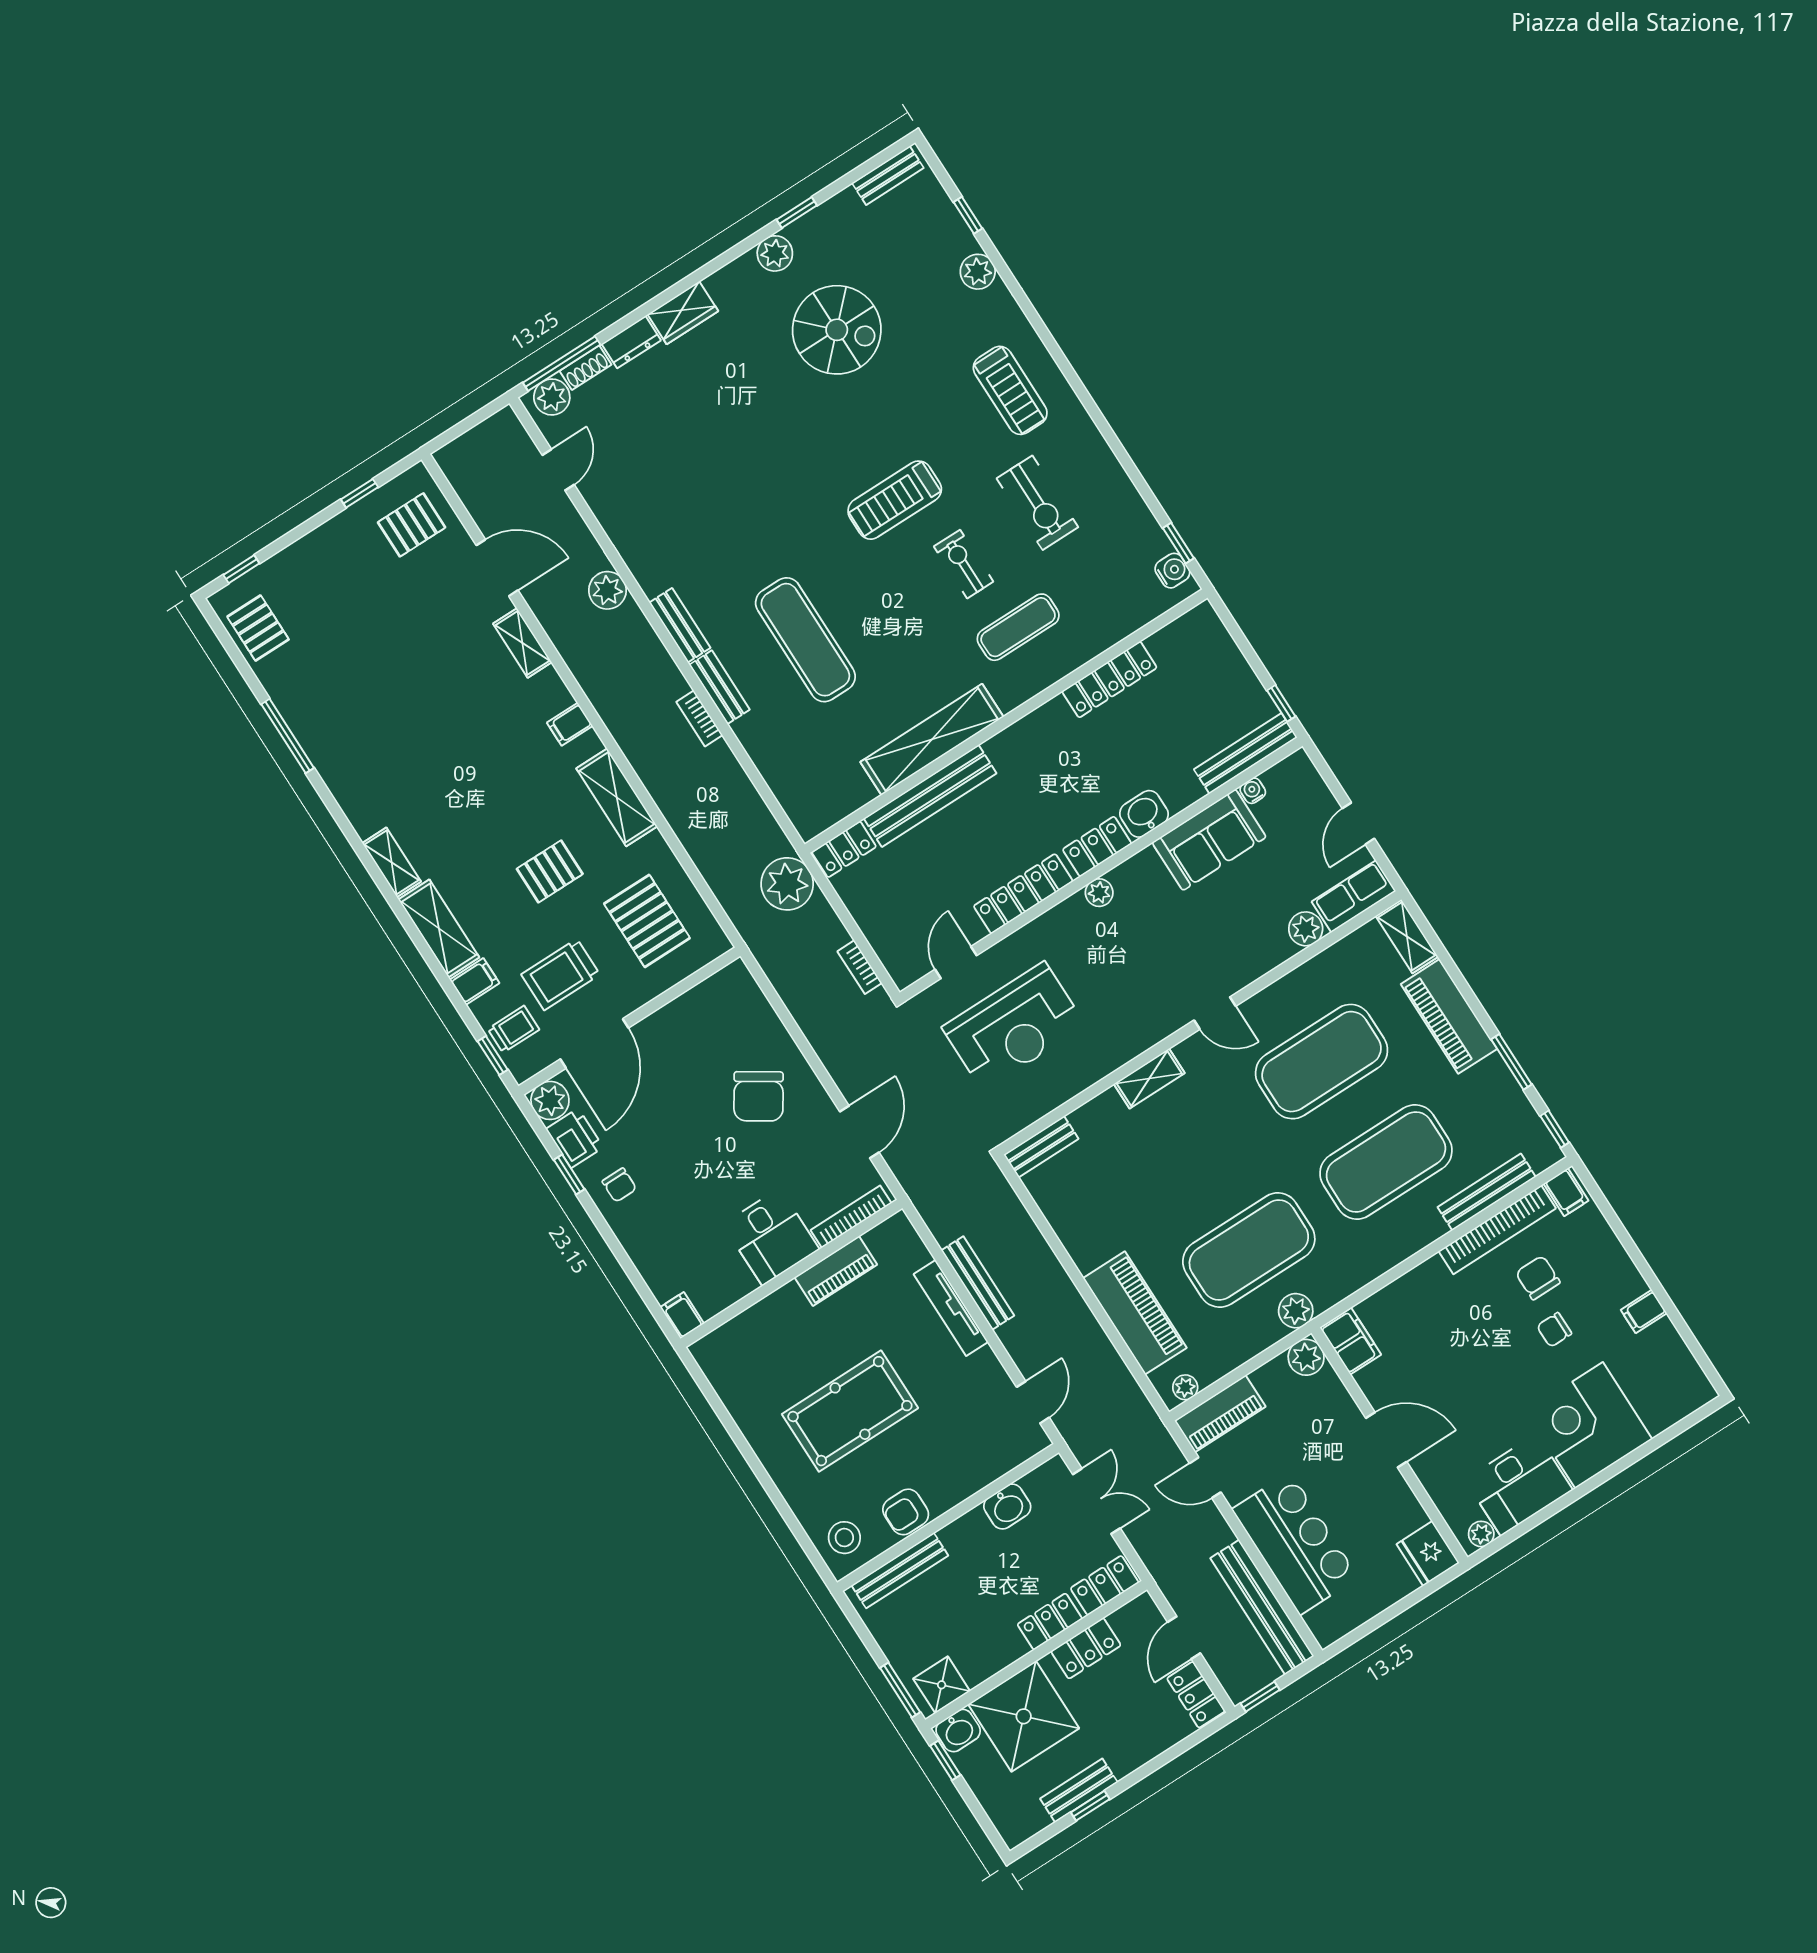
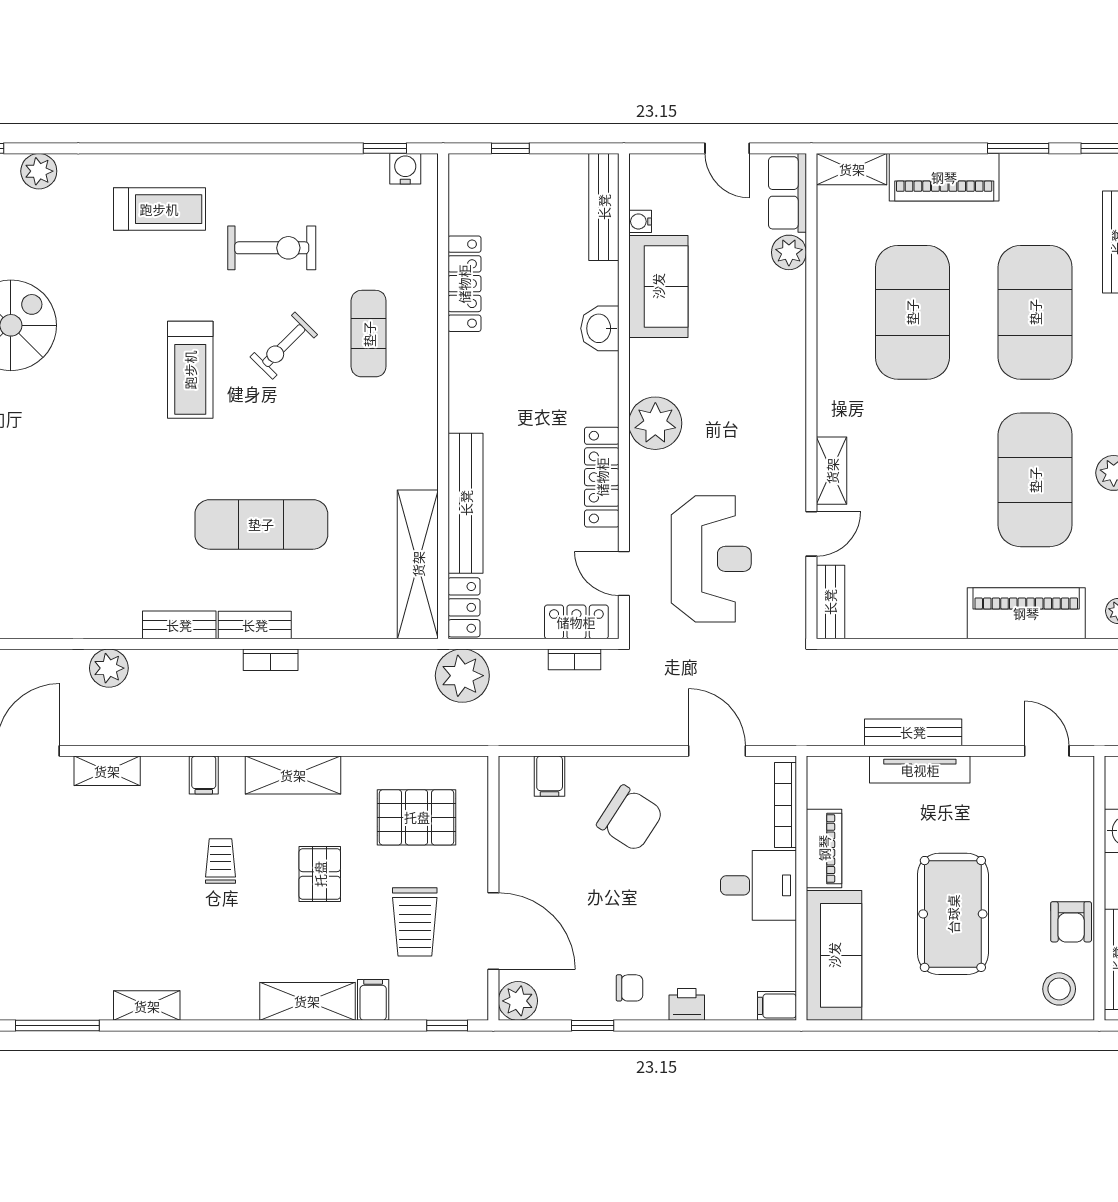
exercise bike: (964, 564) -> (284, 346), turned -45
window: (1281, 703) -> (510, 148), moved
shelving: (932, 739) -> (418, 564), moved
locker: (1097, 846) -> (576, 622), moved, turned 90
shelving: (392, 862) -> (147, 1006), moved
plant: (1099, 893) -> (655, 423), width x1.88, depth x1.88
filing cabinet: (751, 1008) -> (550, 776), added
door: (1215, 1013) -> (811, 534), moved
trolley: (514, 1029) -> (221, 861), moved
printer: (575, 1138) -> (687, 1004), moved, width x0.73, depth x0.81
sofa: (753, 1335) -> (834, 955), added

